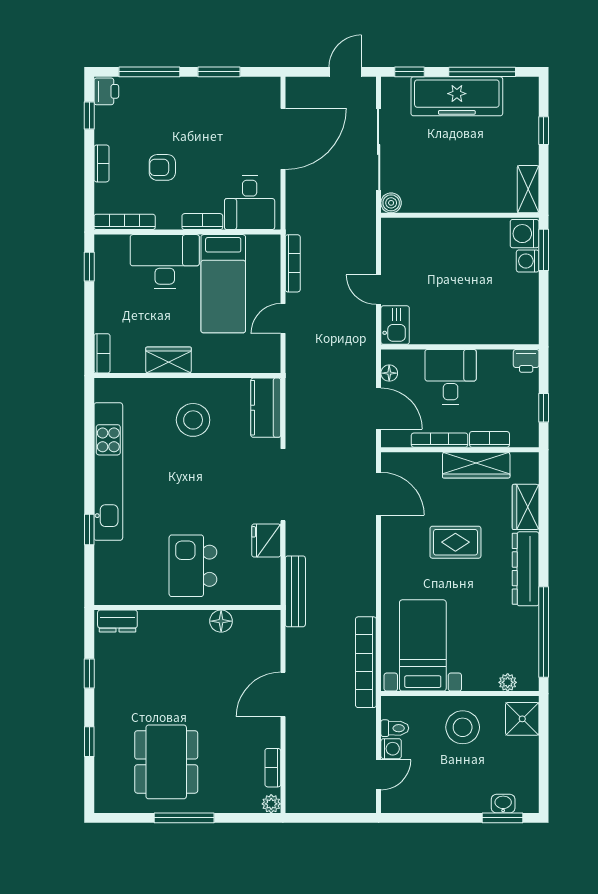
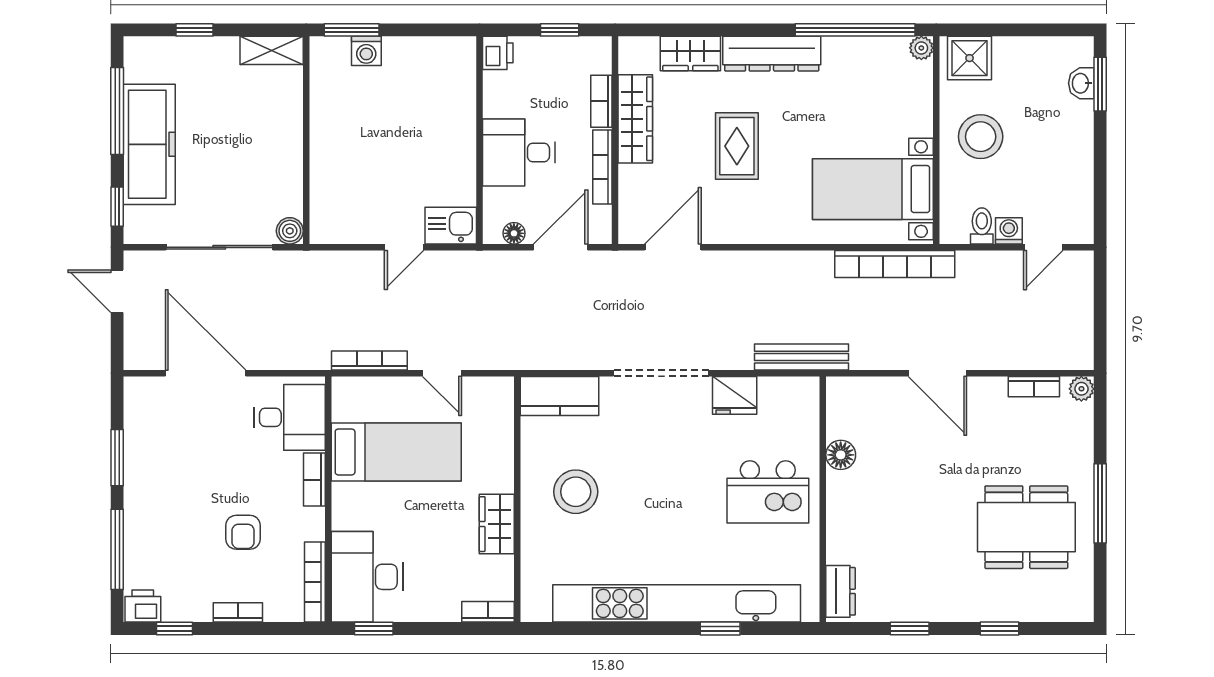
washing machine: (525, 234) -> (330, 55), removed
desk: (165, 262) -> (367, 577), moved
kitchen unit: (108, 472) -> (677, 603), width x1.36
plant: (508, 682) -> (921, 48), moved
door: (379, 775) -> (1043, 247), swing flipped

